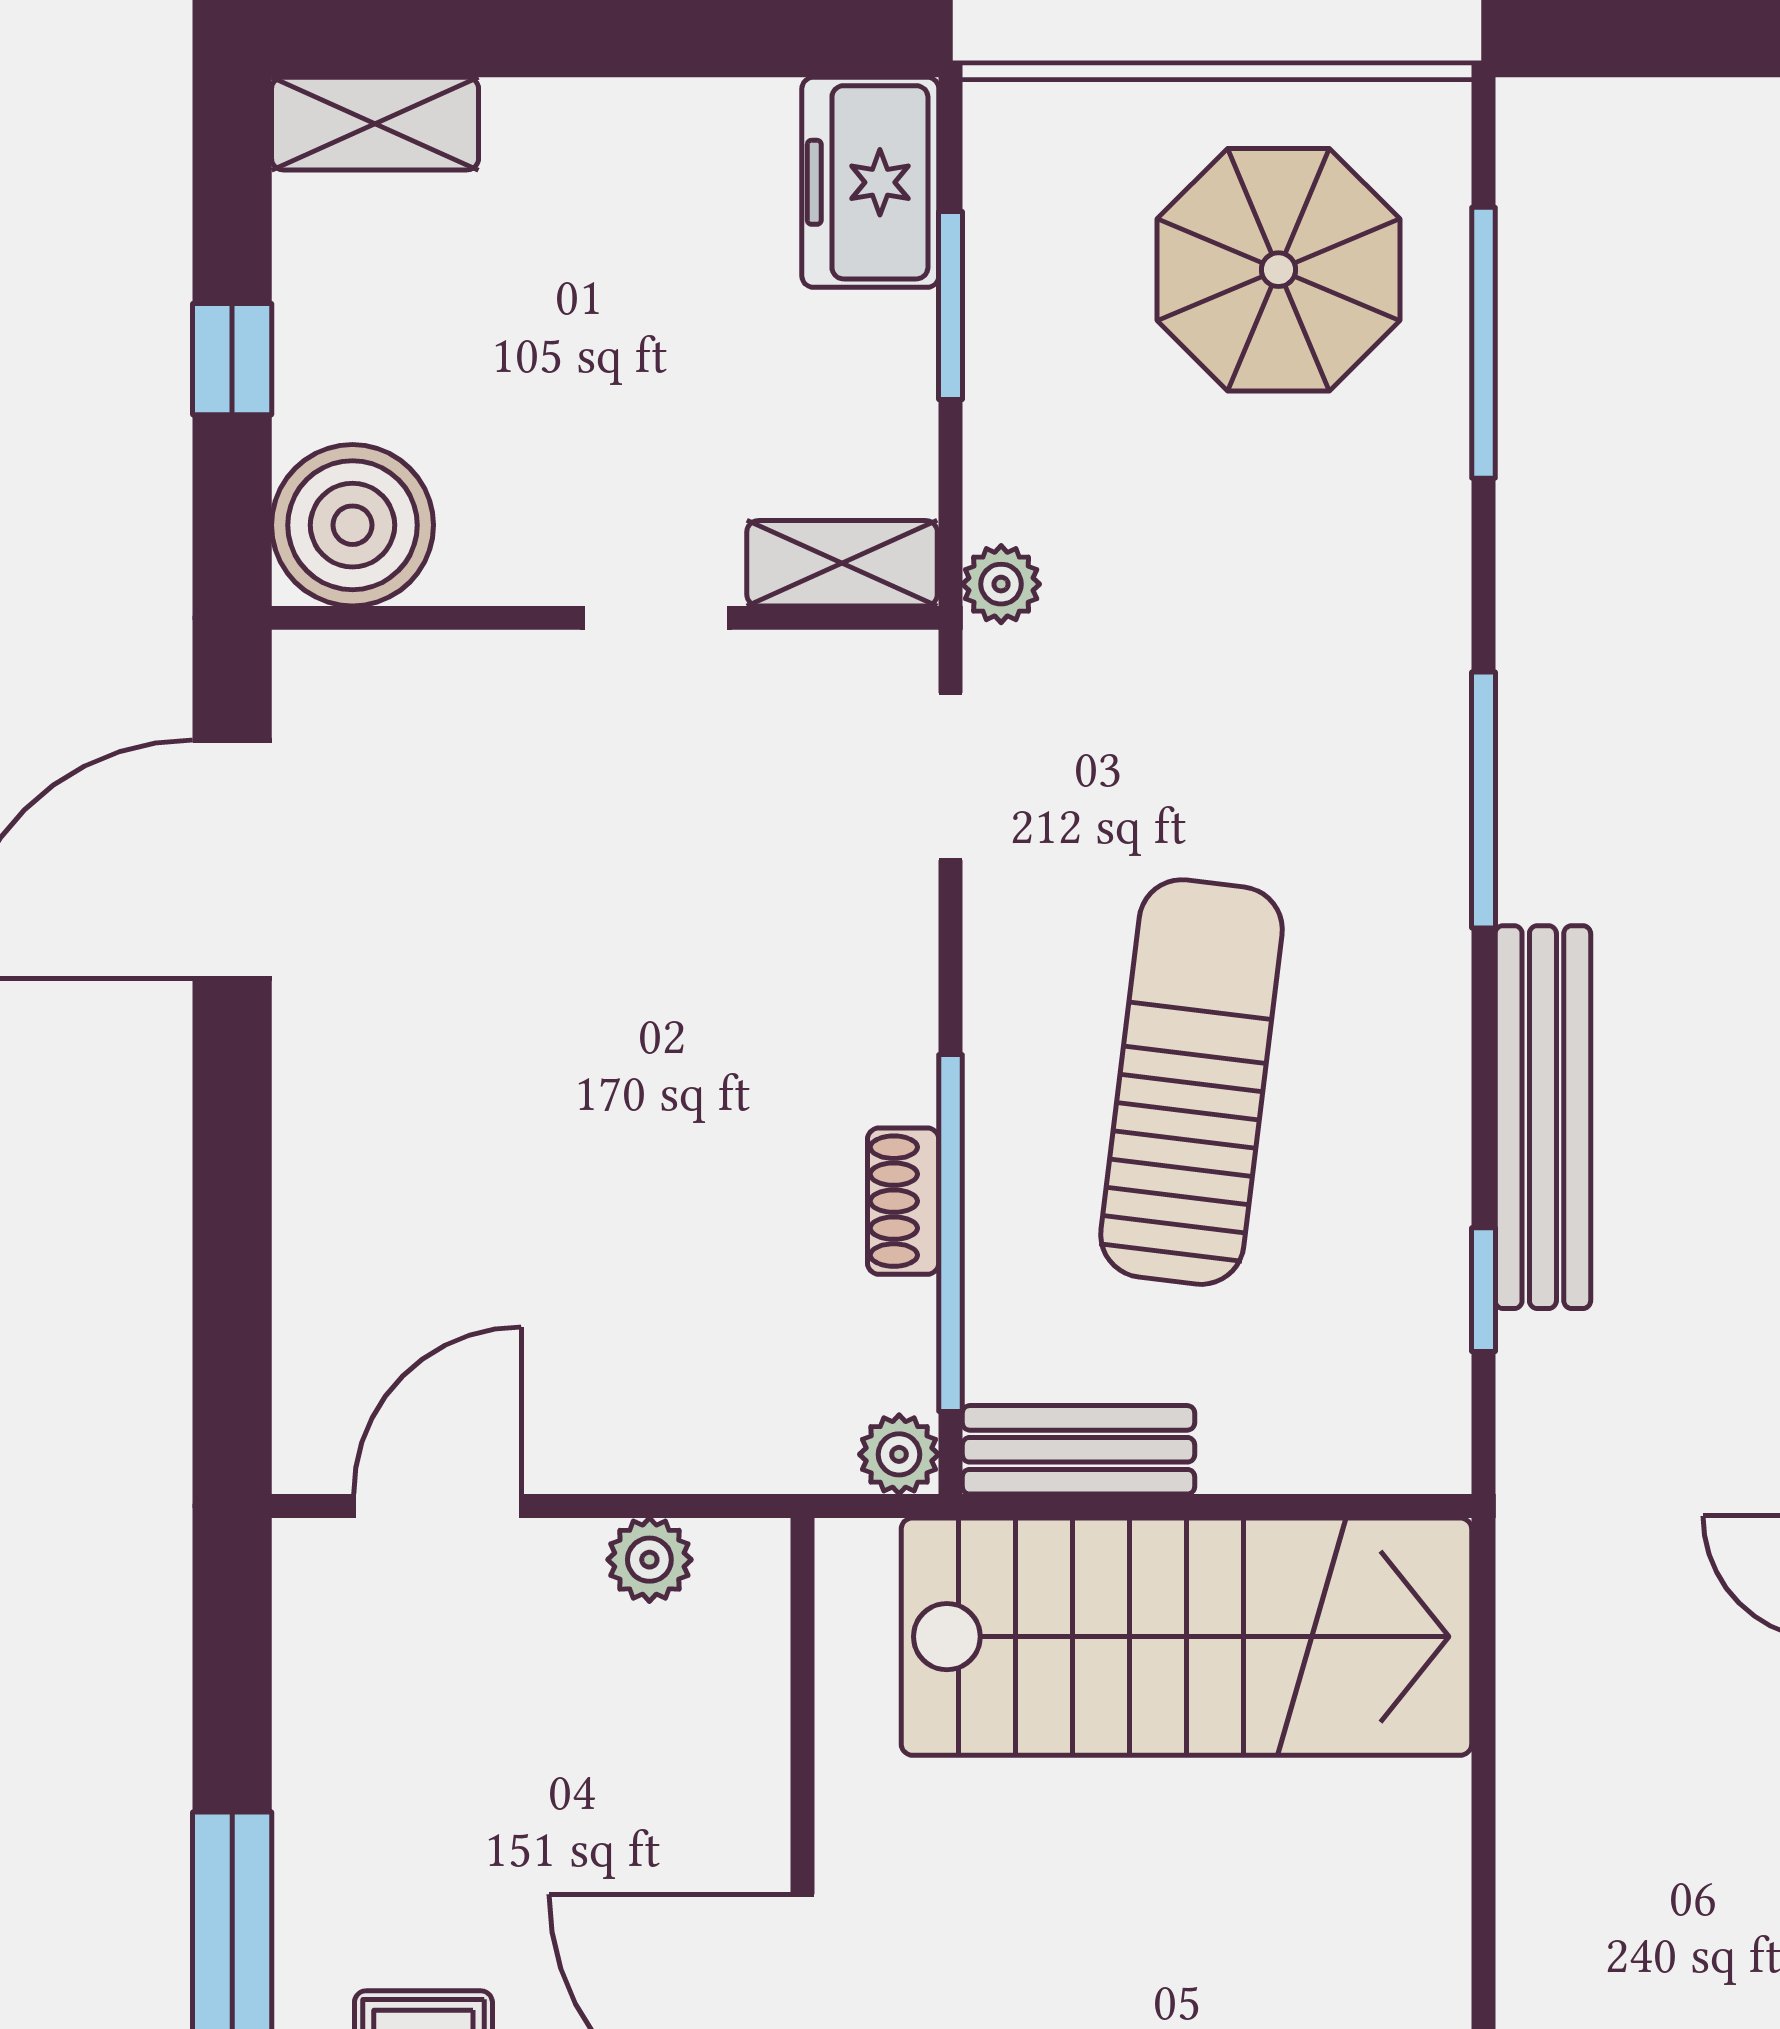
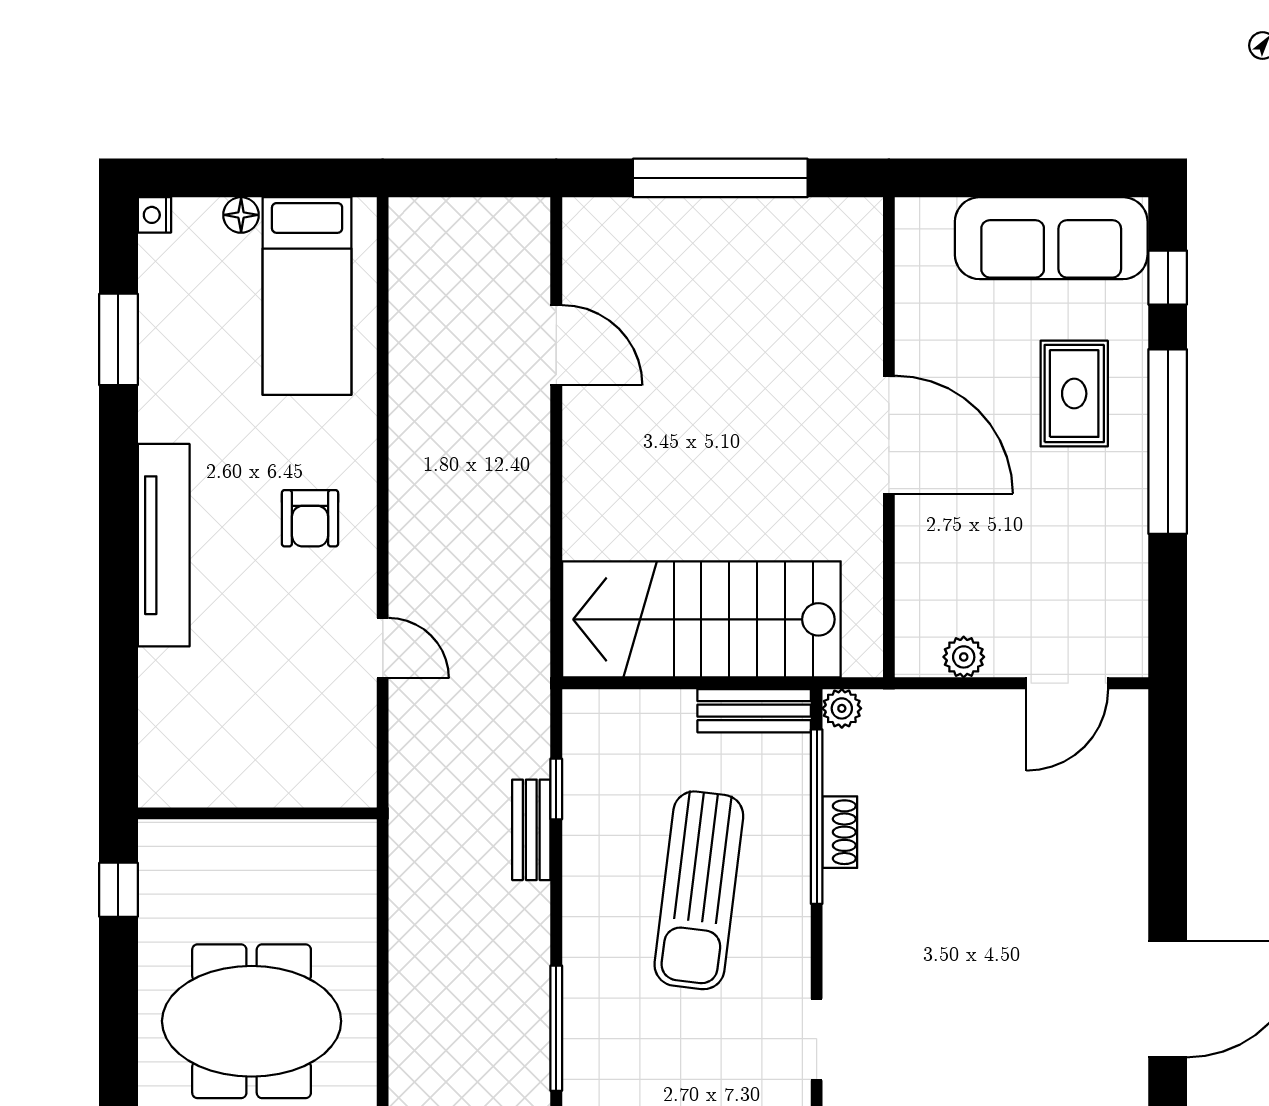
bench: (1543, 1117) -> (531, 830), width x0.54, depth x0.82

